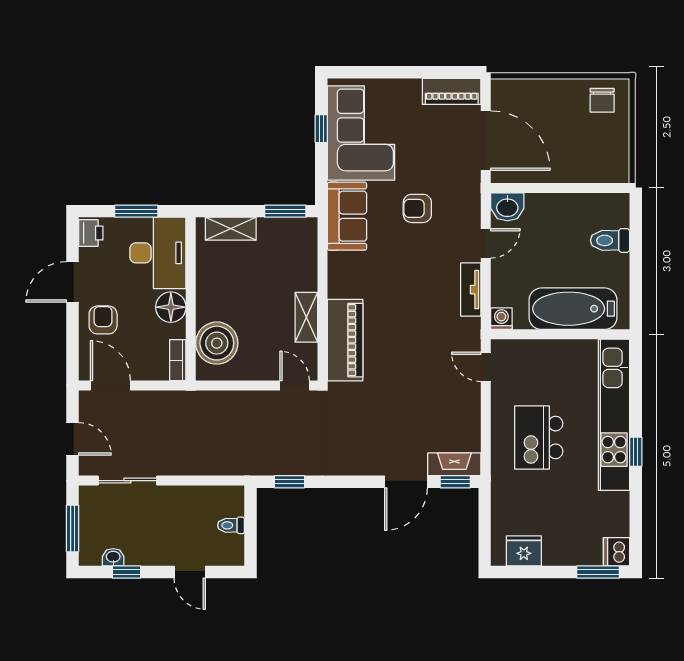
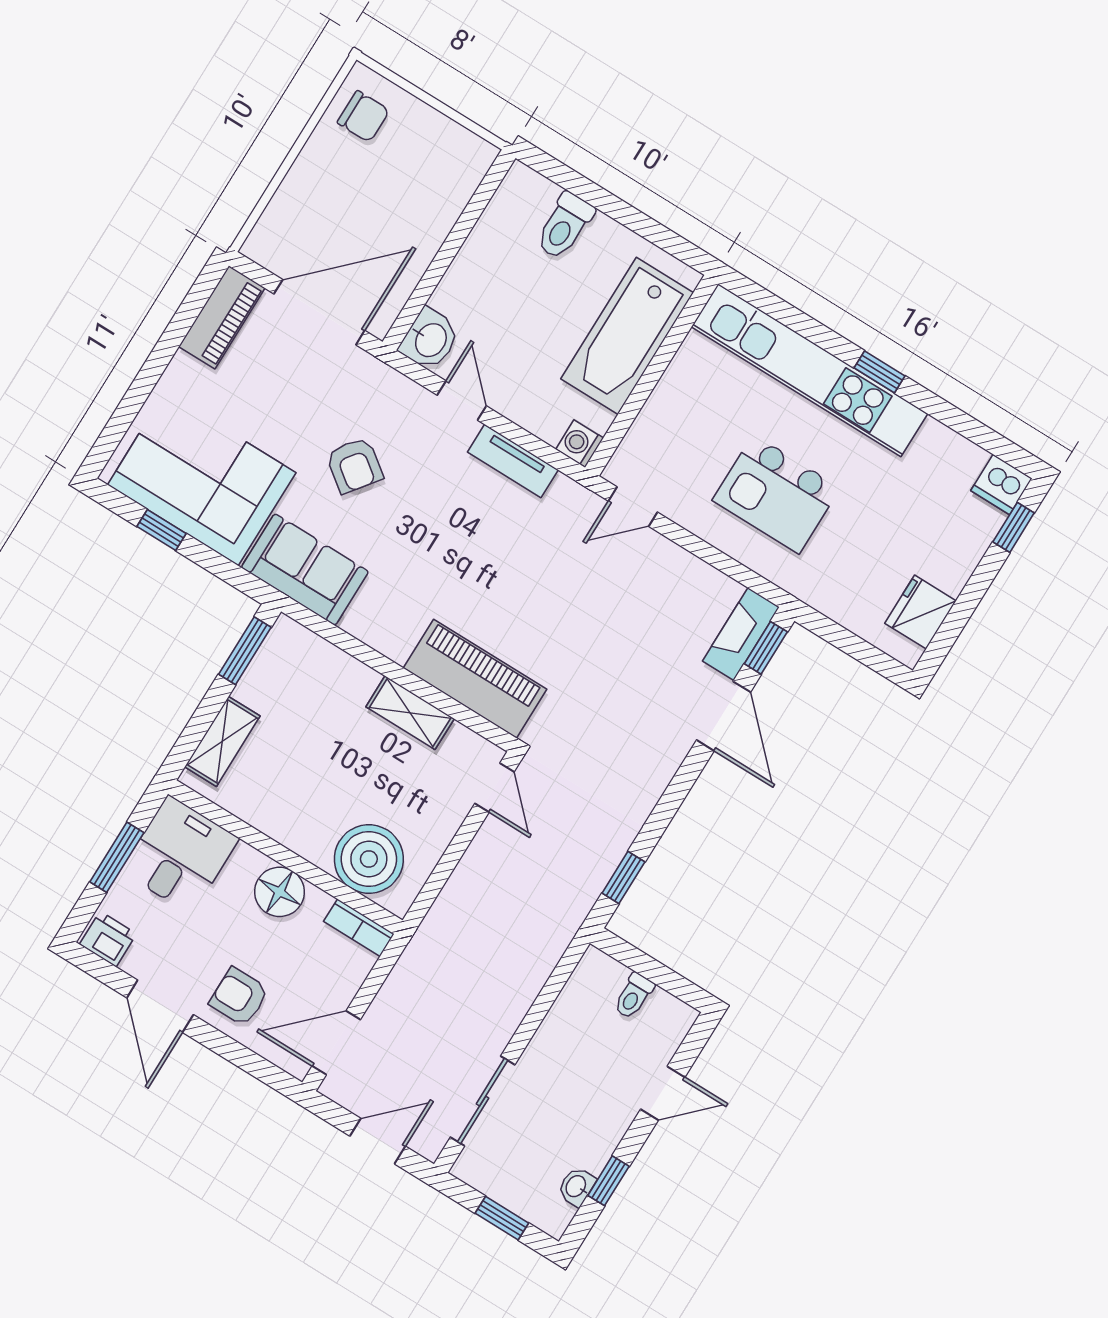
armchair: (417, 208) -> (355, 465), turned -53
desk: (158, 253) -> (180, 855), width x0.73
door: (295, 385) -> (494, 788), swing flipped
window: (73, 528) -> (502, 1218), width x0.67
window: (598, 572) -> (1014, 527), width x0.67

